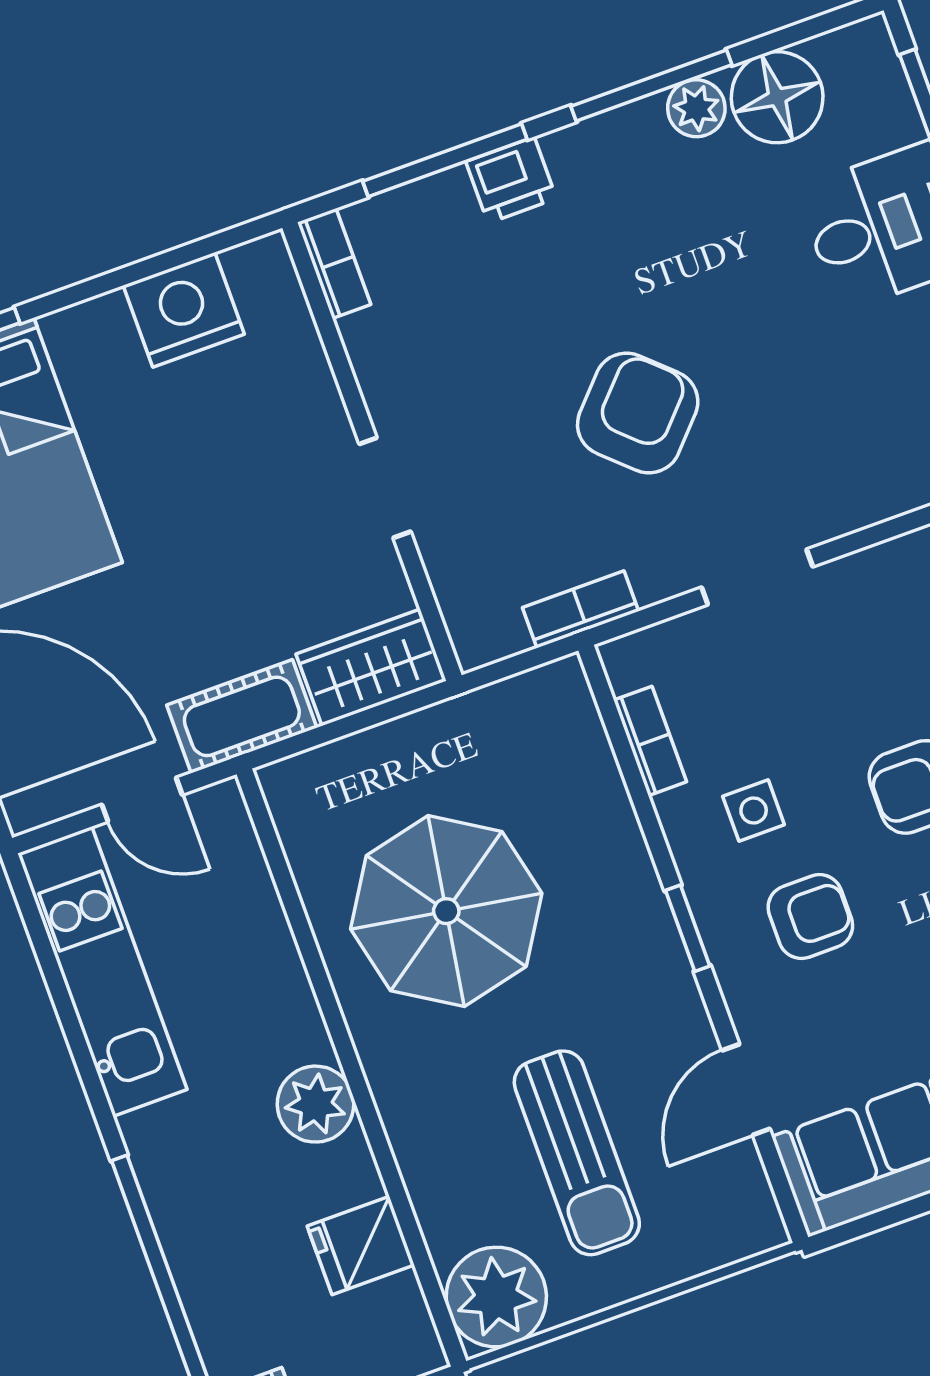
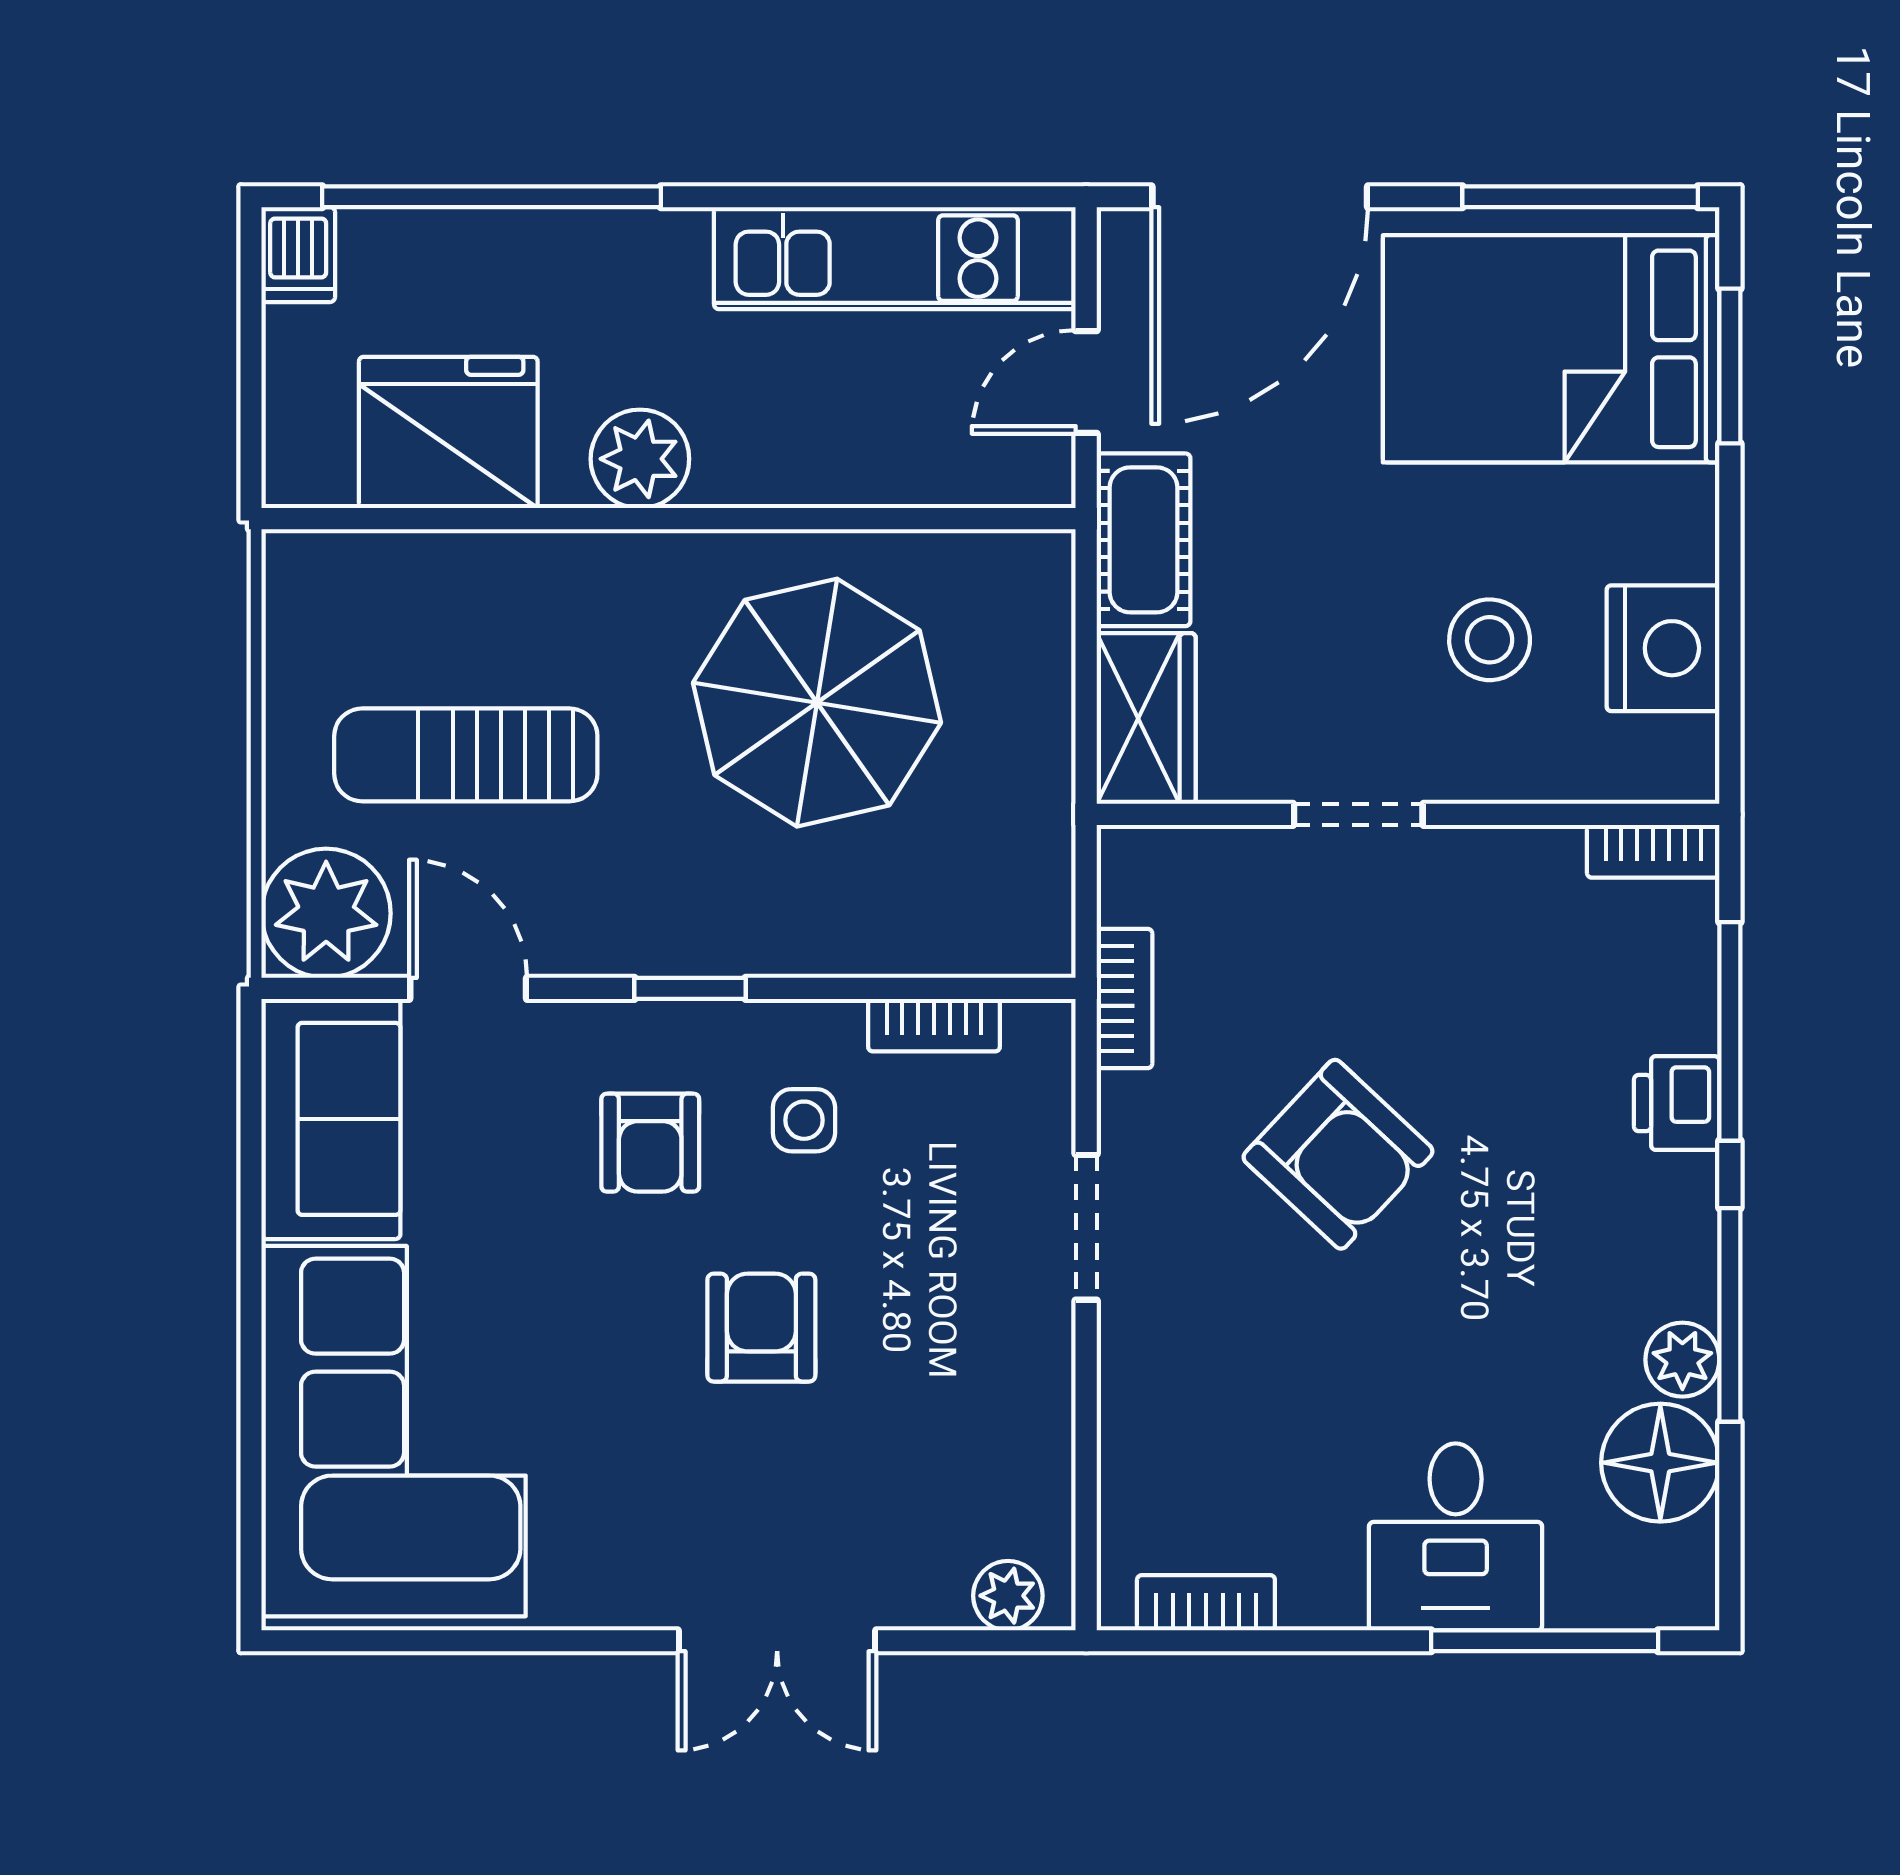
stool: (223, 438) -> (1490, 640), added
fridge: (361, 1245) -> (448, 432), width x1.88, depth x1.34
plant: (496, 1297) -> (326, 913), moved

